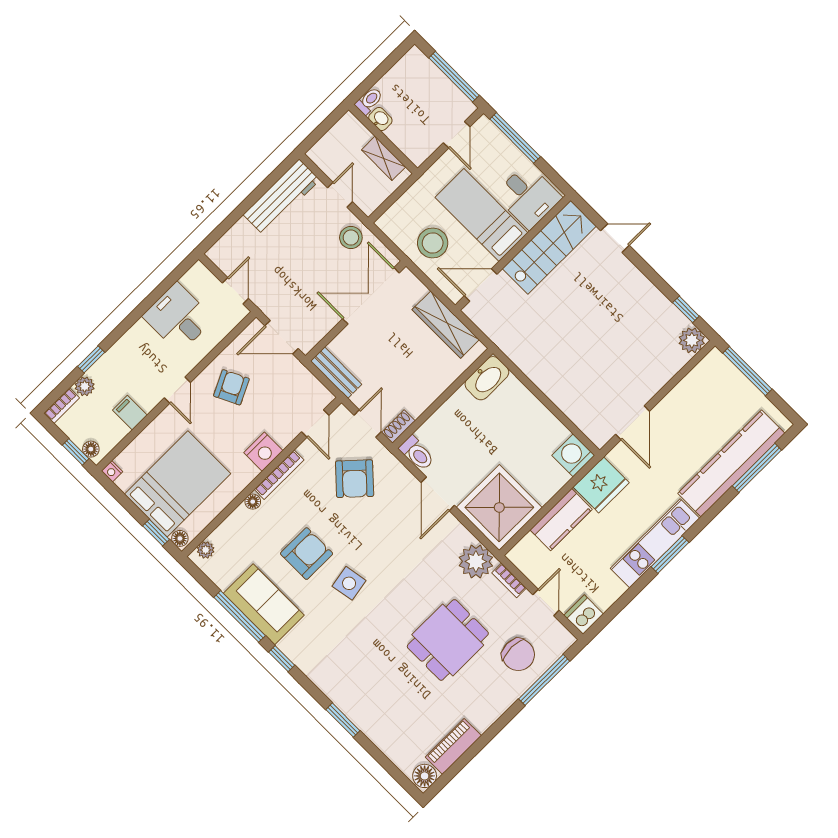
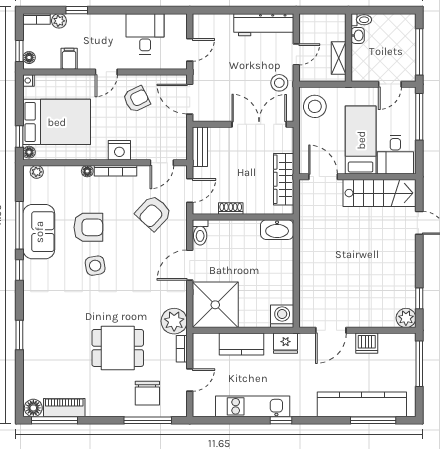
stool: (433, 243) -> (315, 106), moved
shoe rack: (398, 427) -> (231, 208), moved
fridge: (601, 485) -> (286, 343), width x0.73, depth x0.75
kitchen unit: (655, 543) -> (253, 406), moved
window: (670, 555) -> (281, 420), width x0.67
dishwasher: (584, 615) -> (367, 343), moved, turned 180
window: (456, 768) -> (55, 420), added

